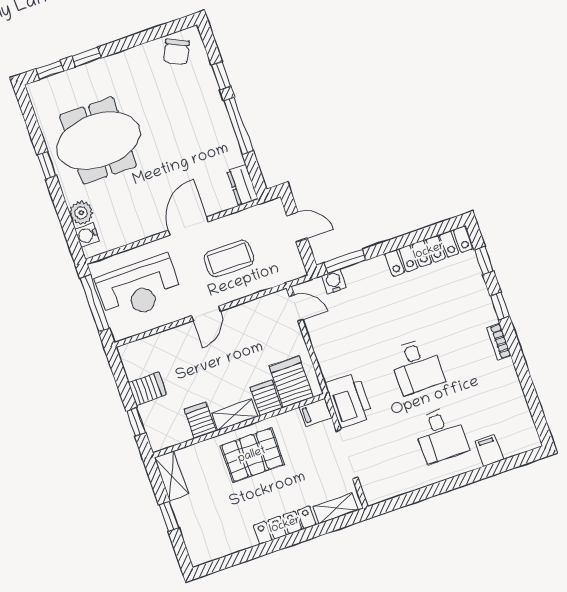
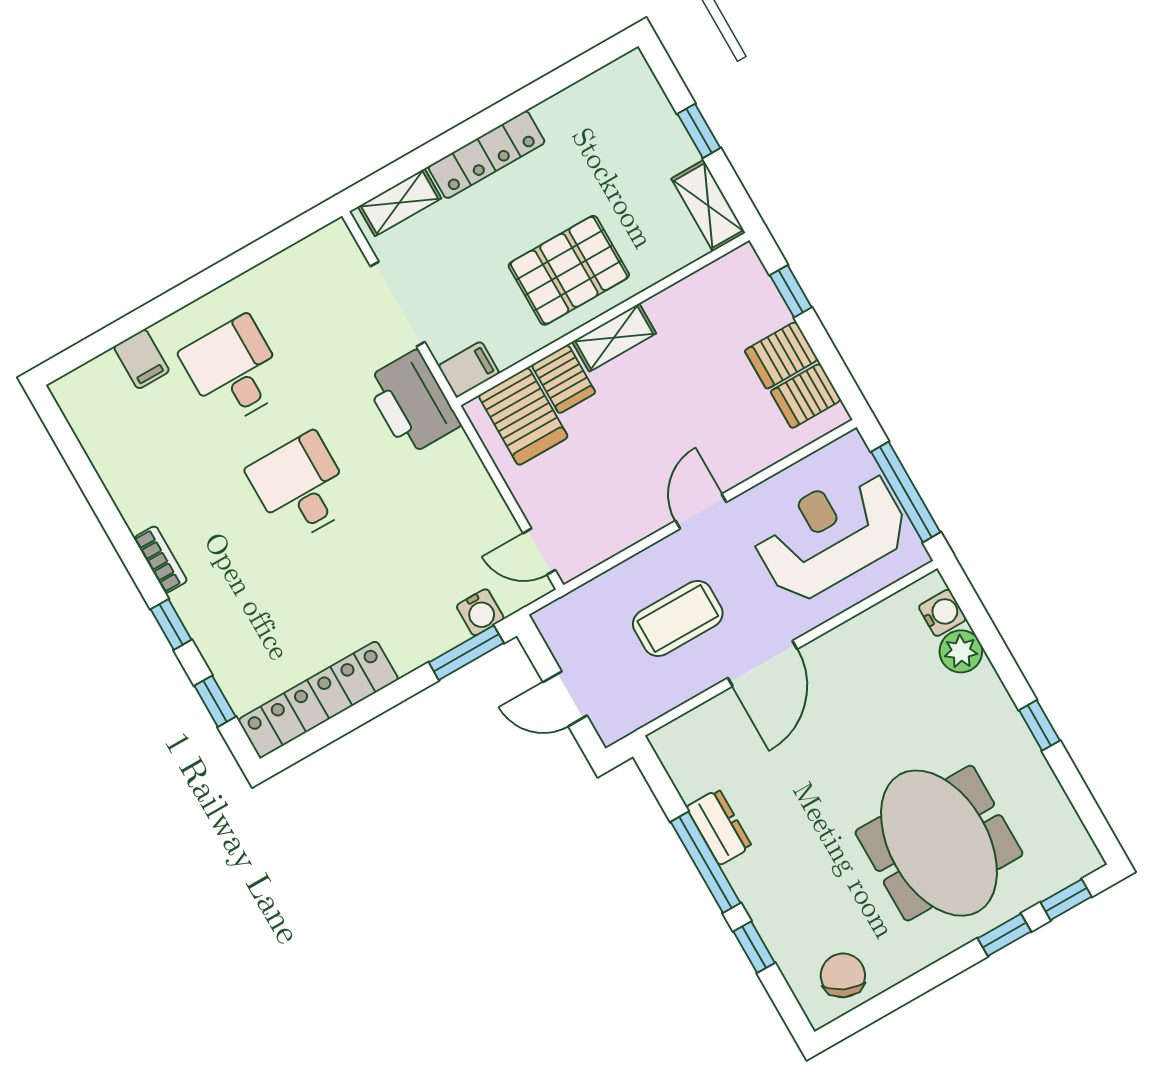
meeting table: (98, 141) -> (939, 843), moved, turned 90
dresser: (242, 185) -> (719, 827), moved
server rack: (200, 420) -> (806, 396), moved, turned 90

